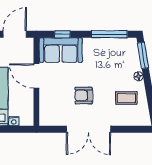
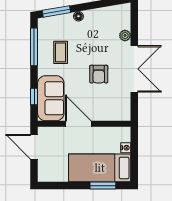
door: (36, 76) -> (78, 124), swing flipped
coffee table: (126, 98) -> (61, 52), moved
plant: (120, 120) -> (125, 35), added

